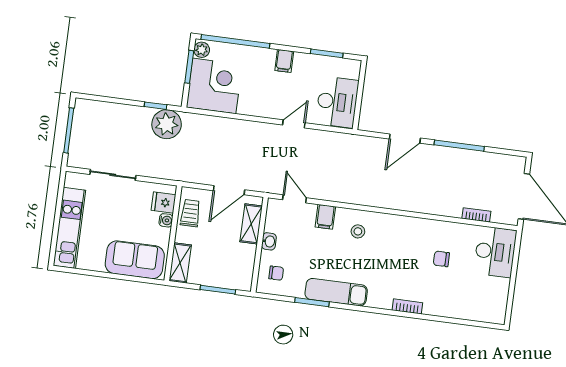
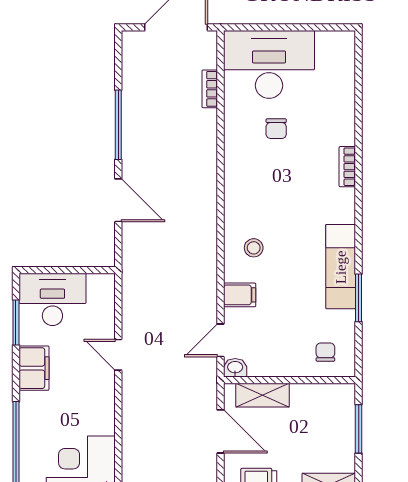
filing cabinet: (284, 61) -> (34, 368), width x2.00
desk: (337, 102) -> (52, 299), moved
washbasin: (269, 241) -> (235, 368), moved
desk: (495, 252) -> (269, 64), width x1.36, depth x1.30

